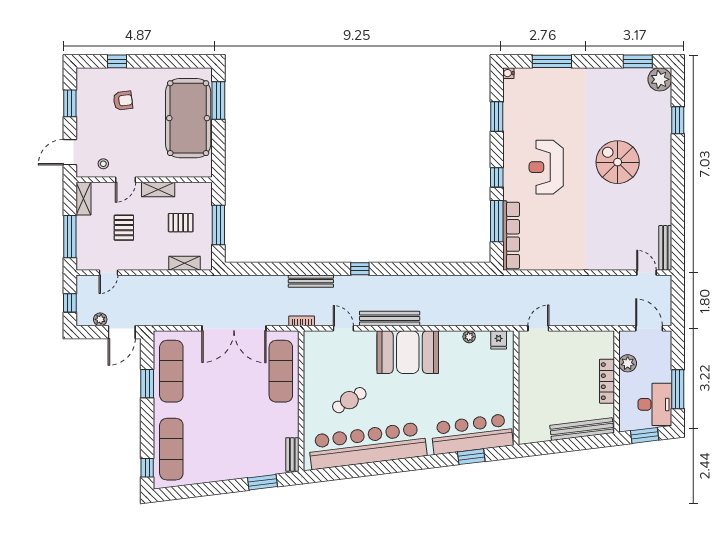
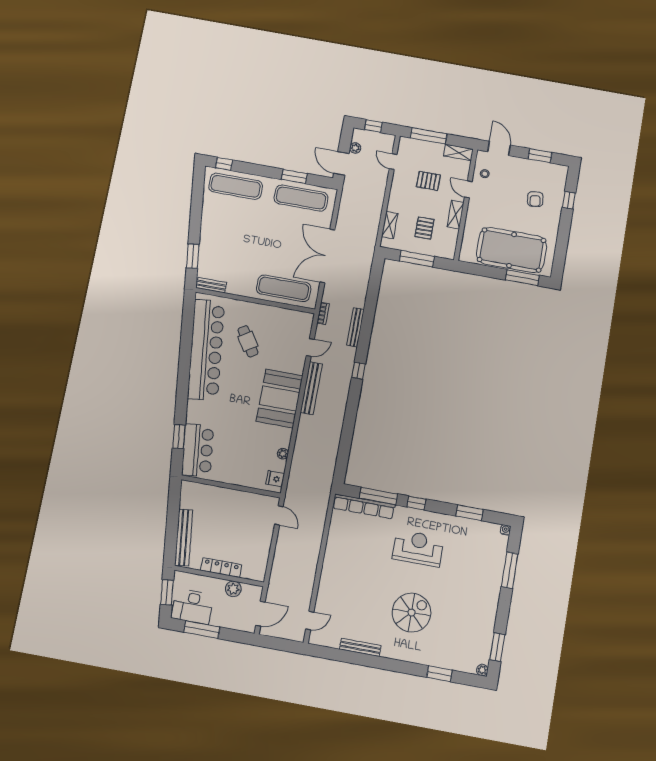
plant: (660, 79) -> (482, 670), width x0.53, depth x0.53
bench: (665, 248) -> (360, 647), moved
bar counter: (472, 434) -> (198, 450), width x0.73

